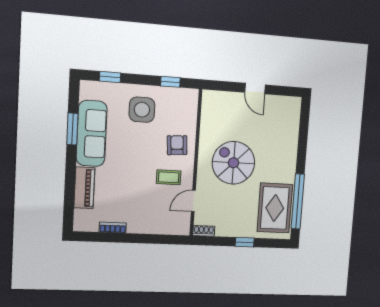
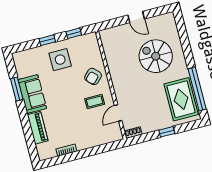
window: (110, 77) -> (47, 40), moved
sofa: (92, 133) -> (32, 94), width x0.73
armchair: (177, 145) -> (93, 76), turned -131
spiral stairs: (234, 163) -> (156, 56), moved

